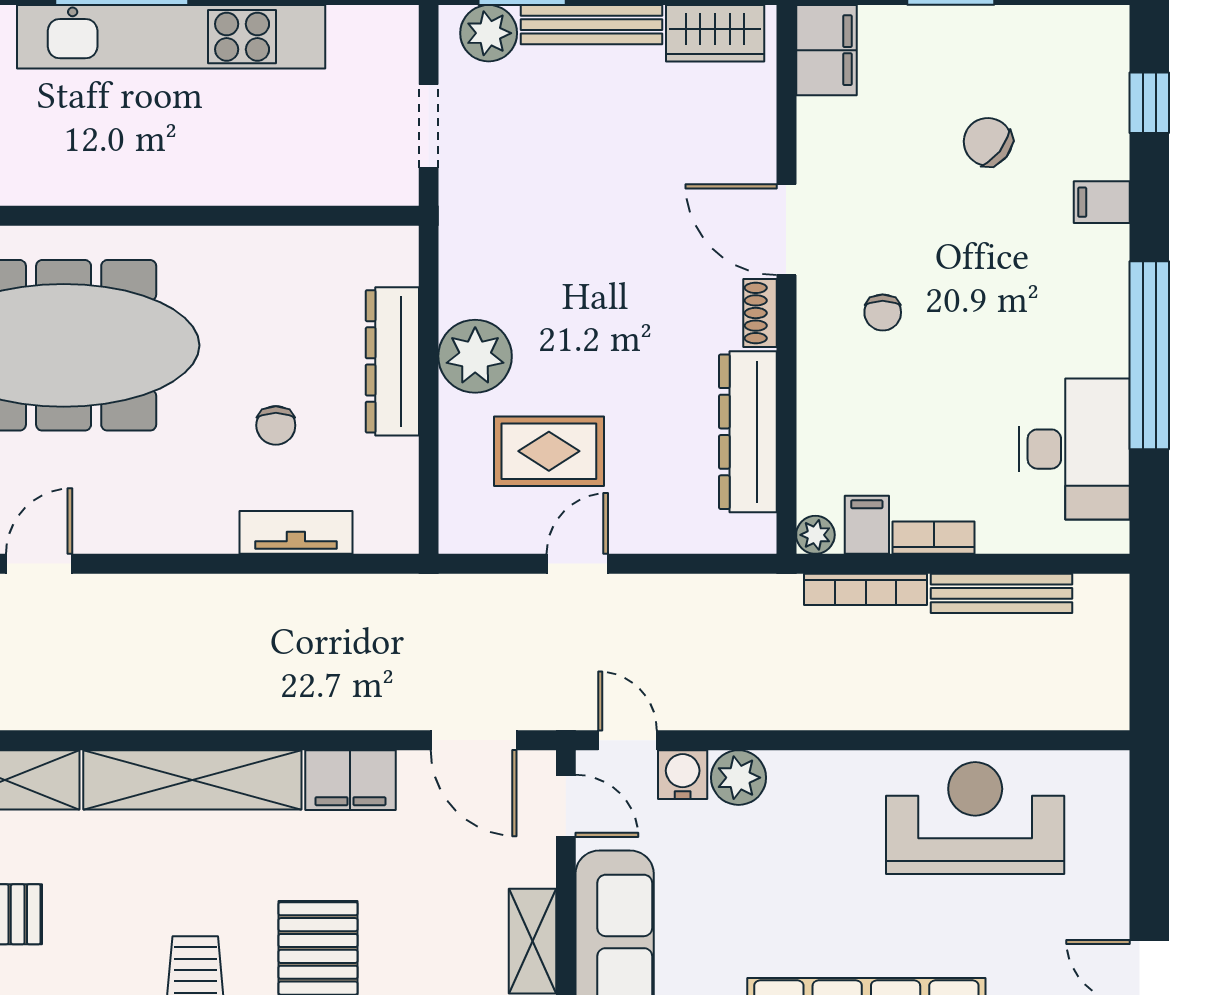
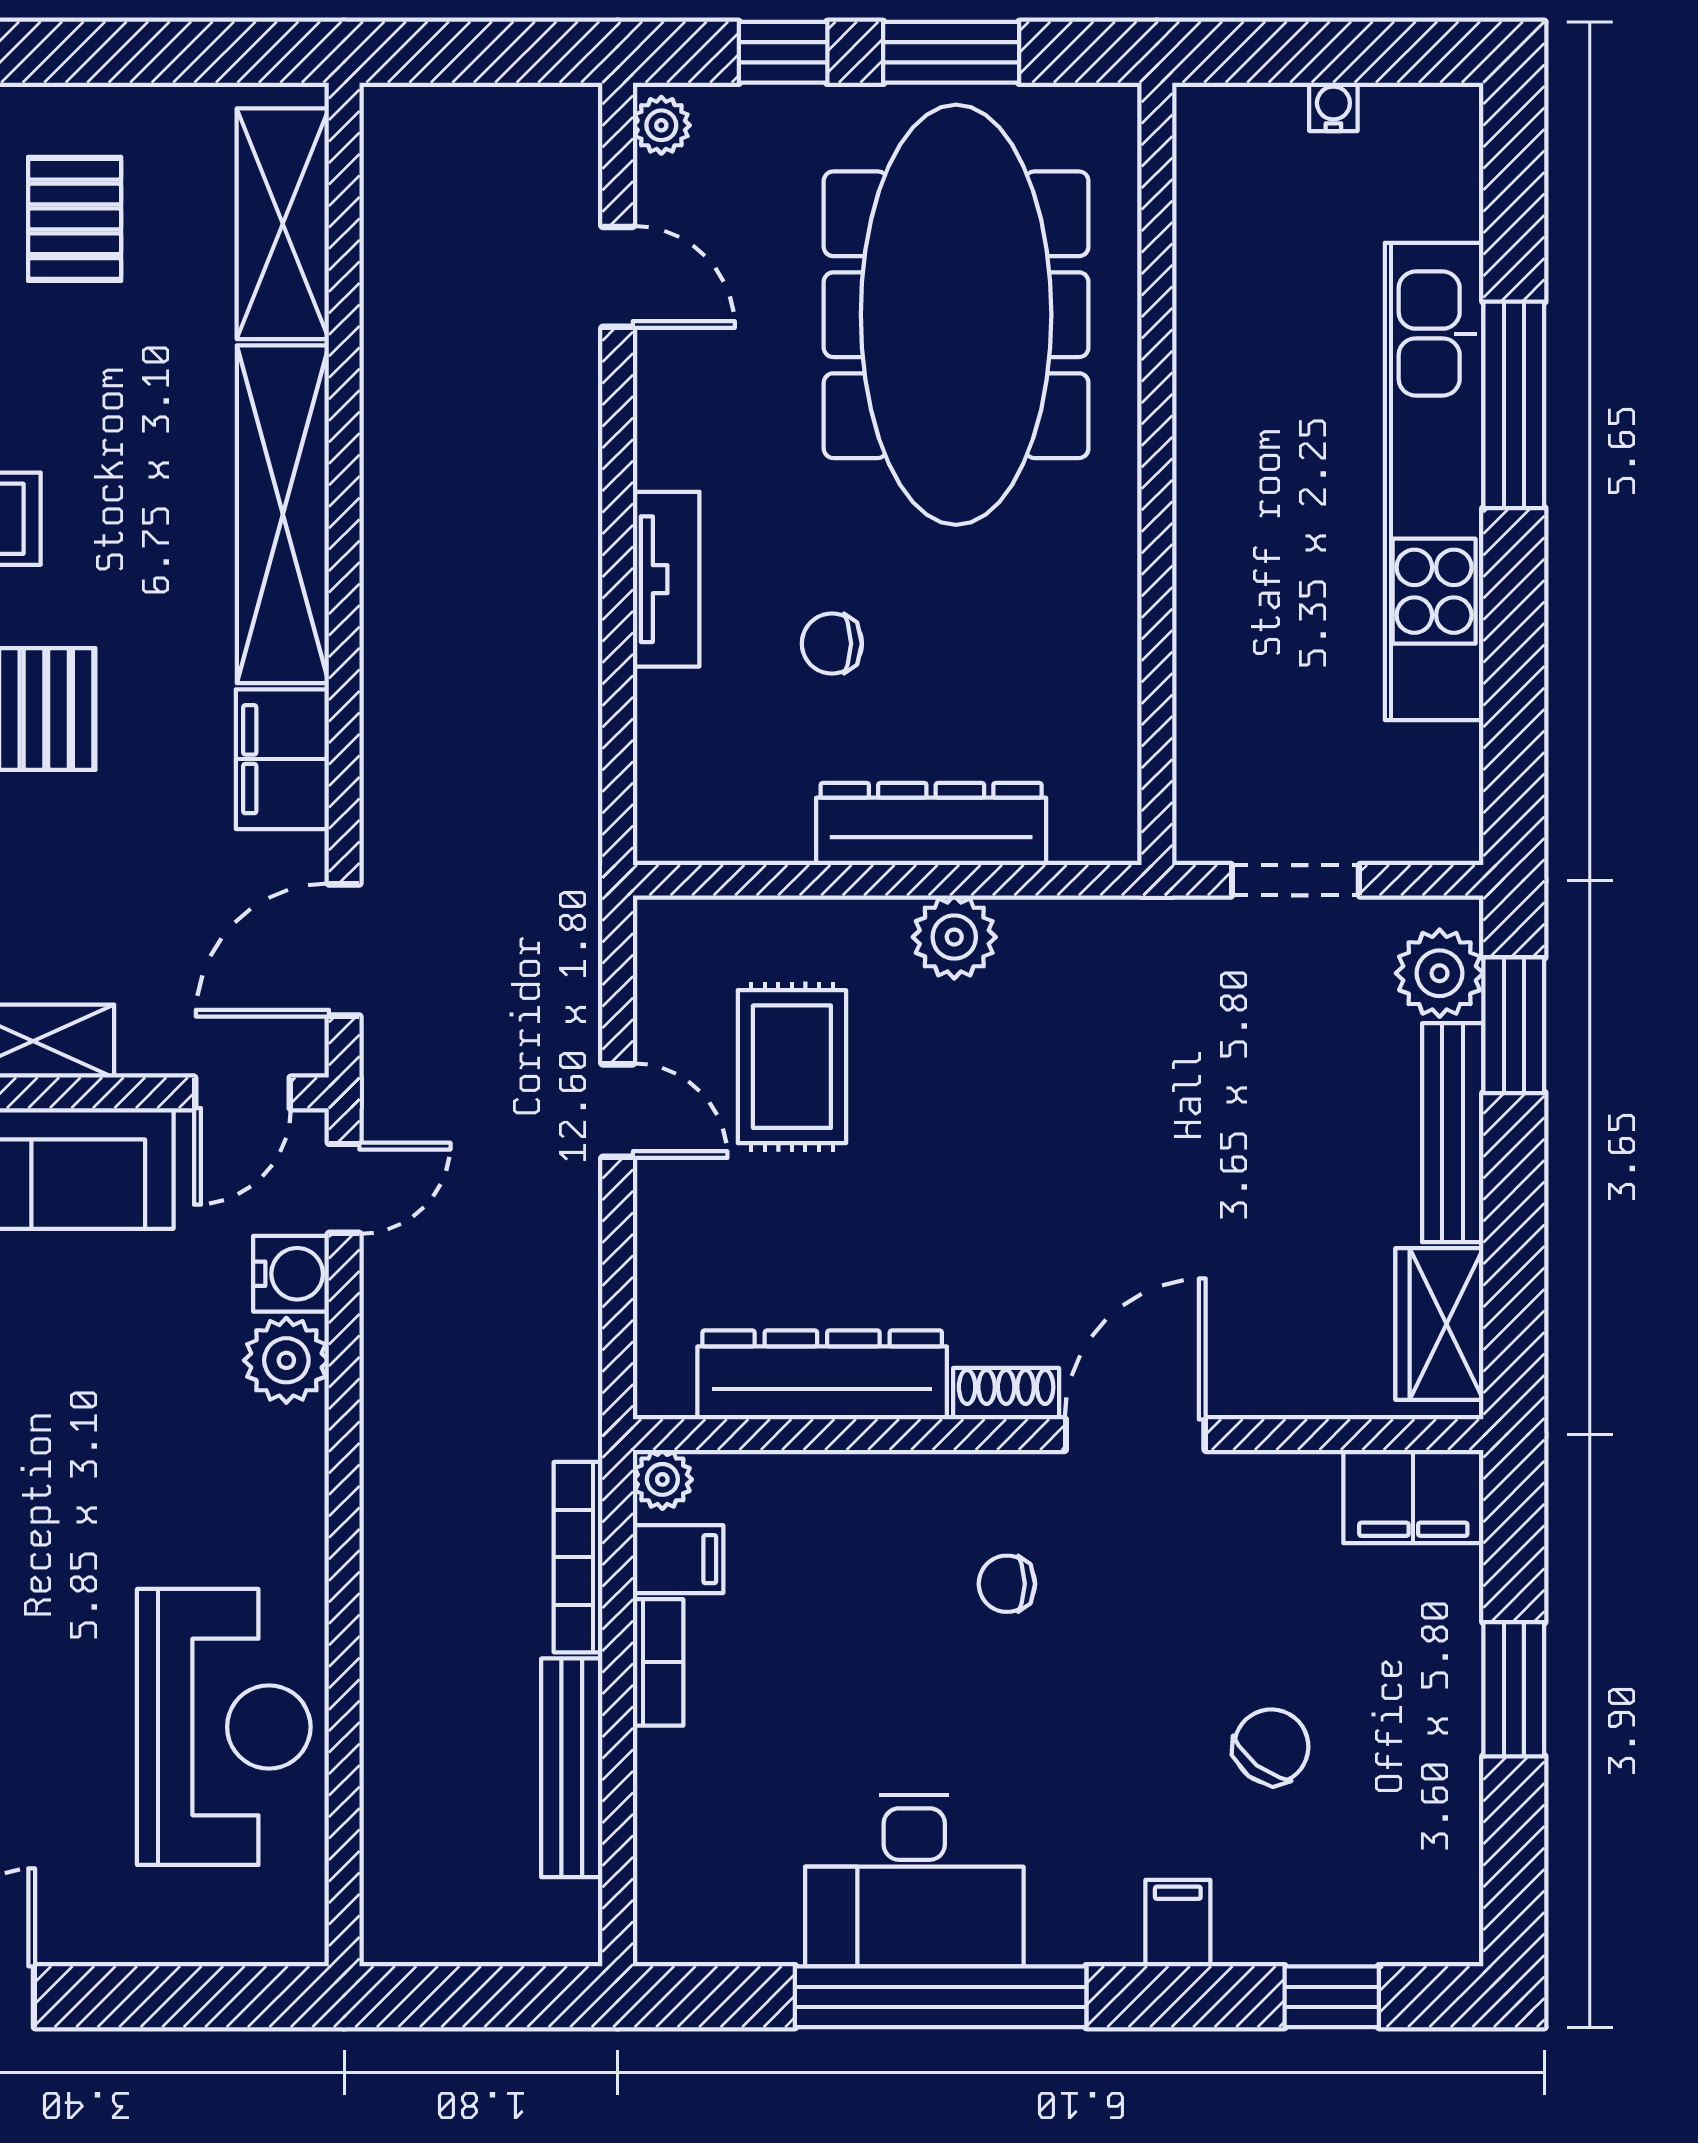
plant: (475, 356) -> (954, 937), width x0.73, depth x0.73
desk: (1074, 449) -> (914, 1880), moved
tv unit: (296, 532) -> (666, 579), moved

